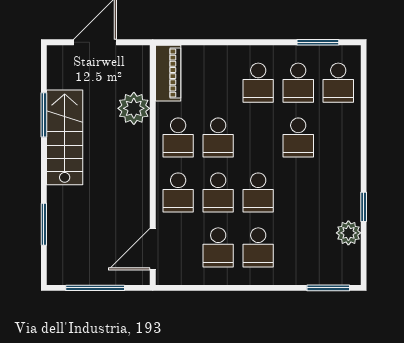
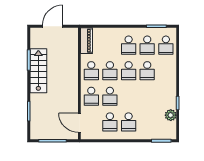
plant: (134, 108) -> (71, 57), removed
school desk: (258, 192) -> (129, 71), moved
door: (153, 249) -> (79, 123), hinge flipped

